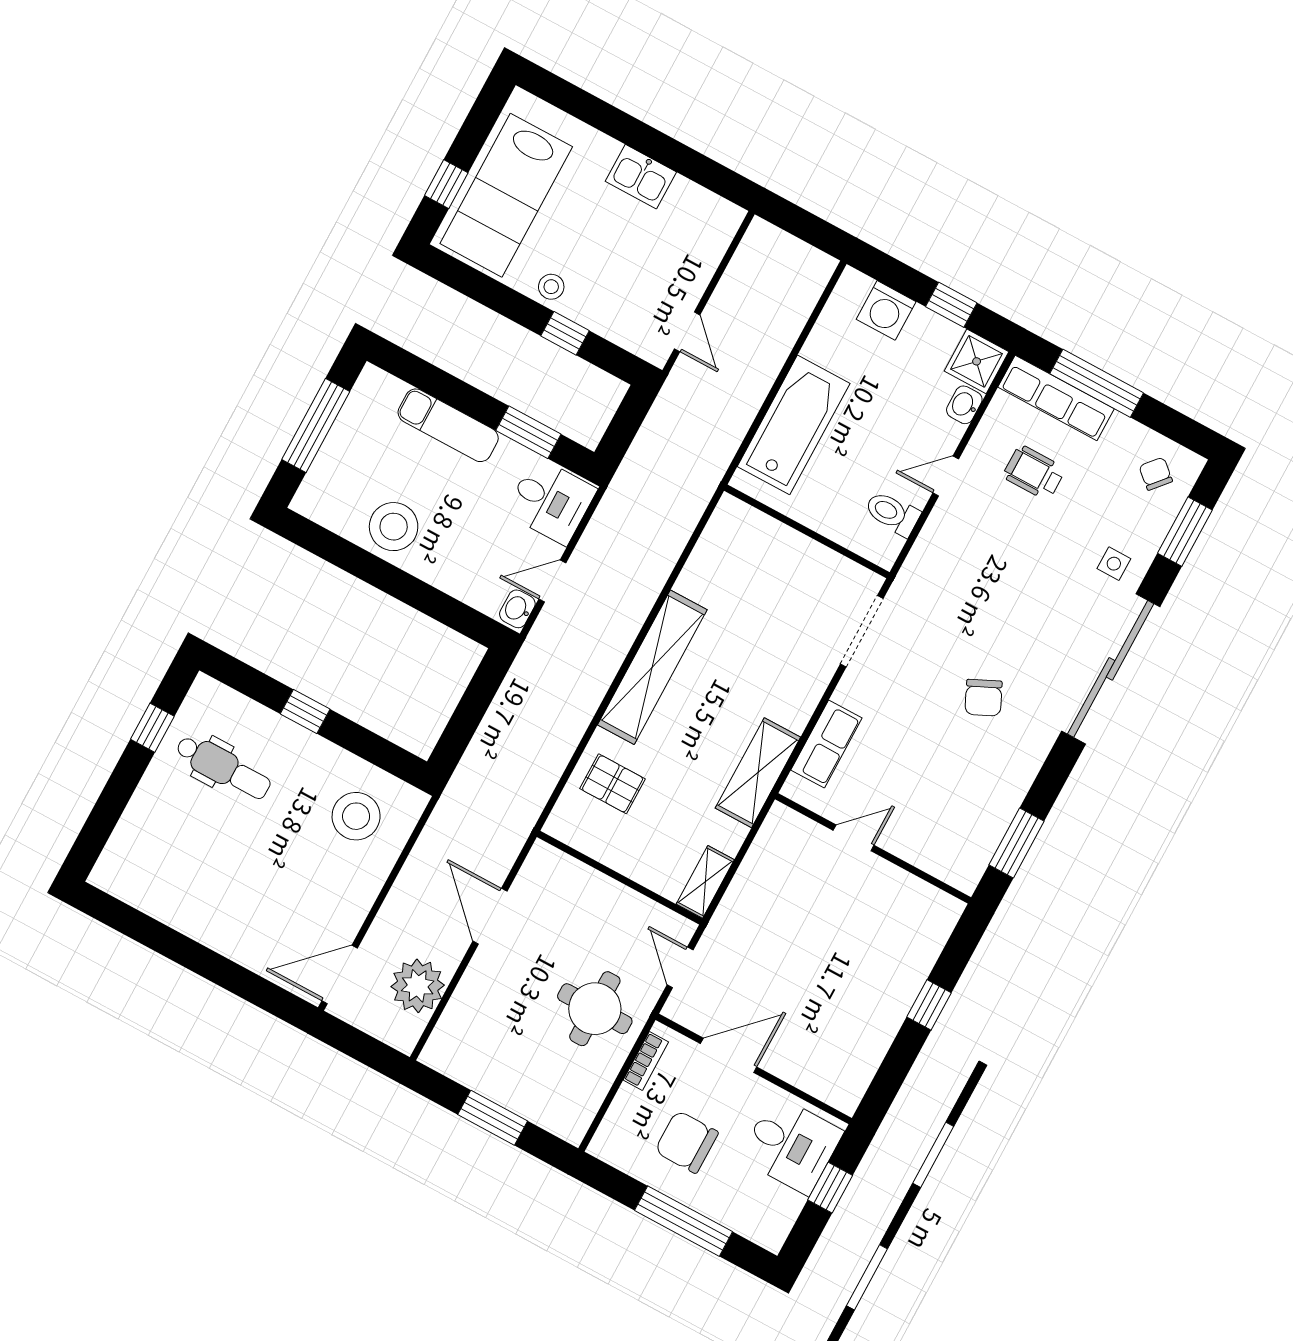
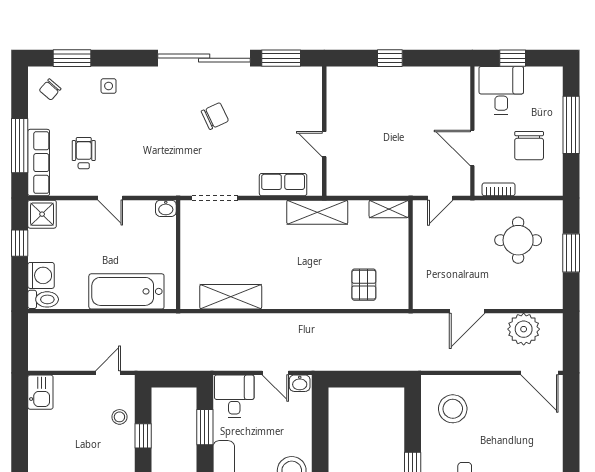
kitchen sink: (641, 177) -> (40, 392), moved
stool: (551, 287) -> (119, 417), moved
washbasin: (964, 405) -> (166, 208), moved
wheelchair: (1034, 473) -> (84, 153), turned 180
toilet: (892, 513) -> (43, 299), moved, turned -90
shelving: (652, 667) -> (231, 297), moved, width x0.68
sliding door: (1111, 669) -> (204, 58), moved
round table: (595, 1009) -> (518, 240), moved

